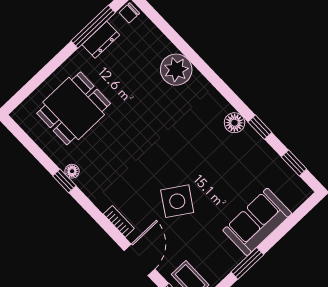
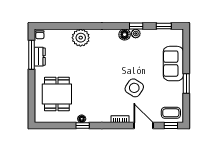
plant: (250, 136) -> (136, 34), added

